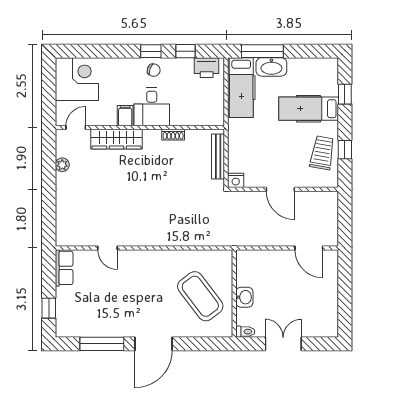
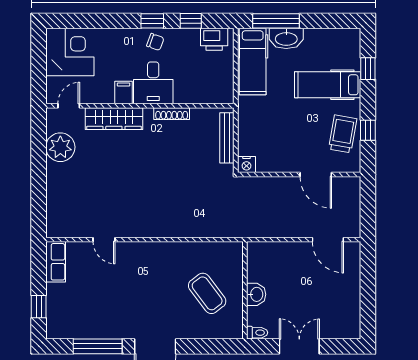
shoe rack: (173, 135) -> (172, 114), width x1.43
plant: (62, 165) -> (60, 147), width x1.88, depth x1.88
door: (280, 189) -> (316, 175), moved
coffee table: (200, 296) -> (207, 293), width x0.73, depth x0.76

